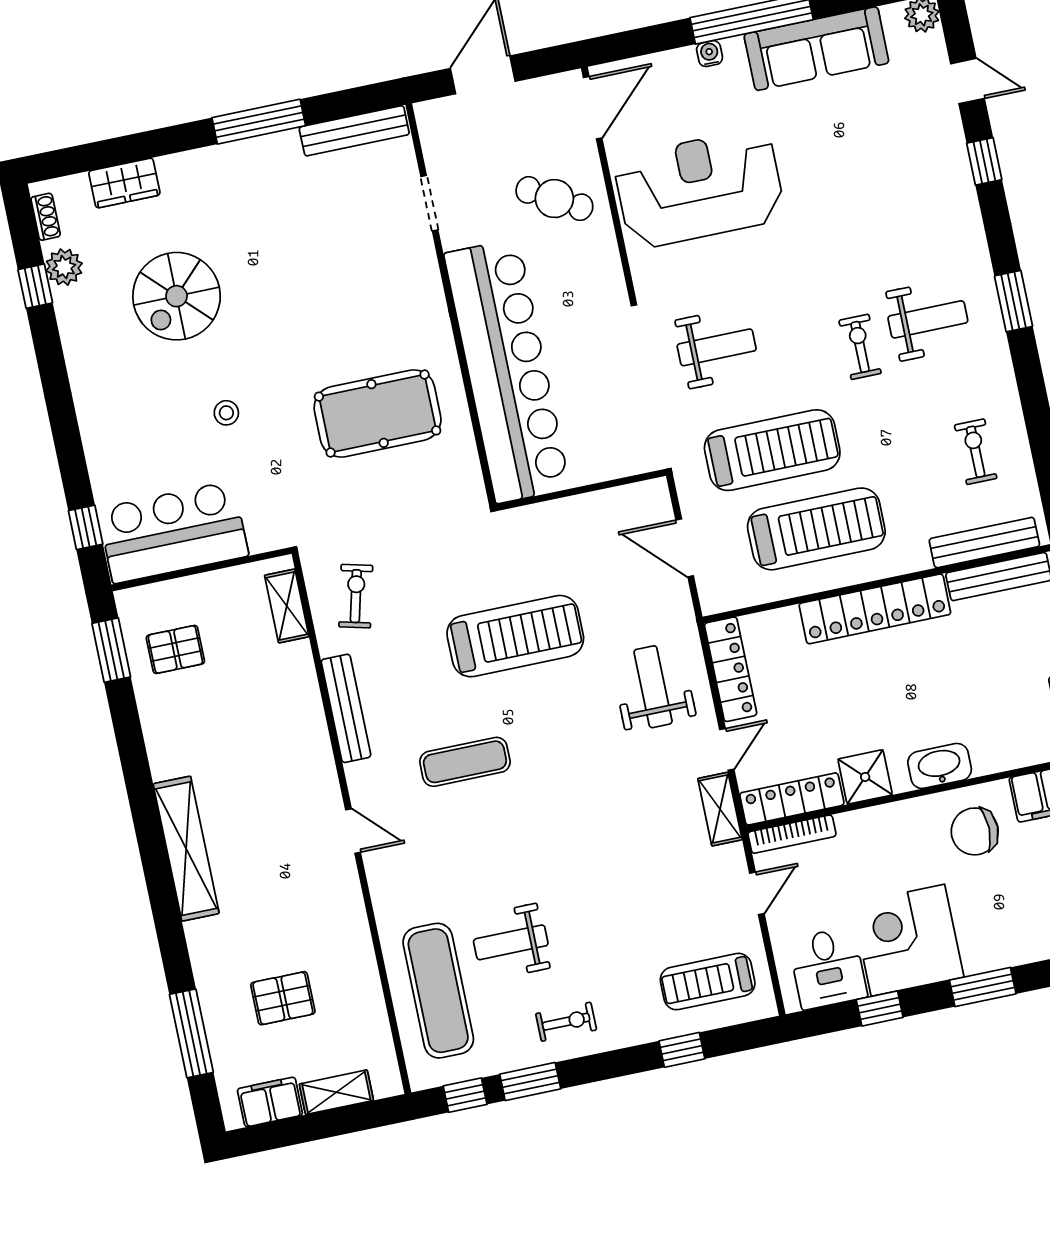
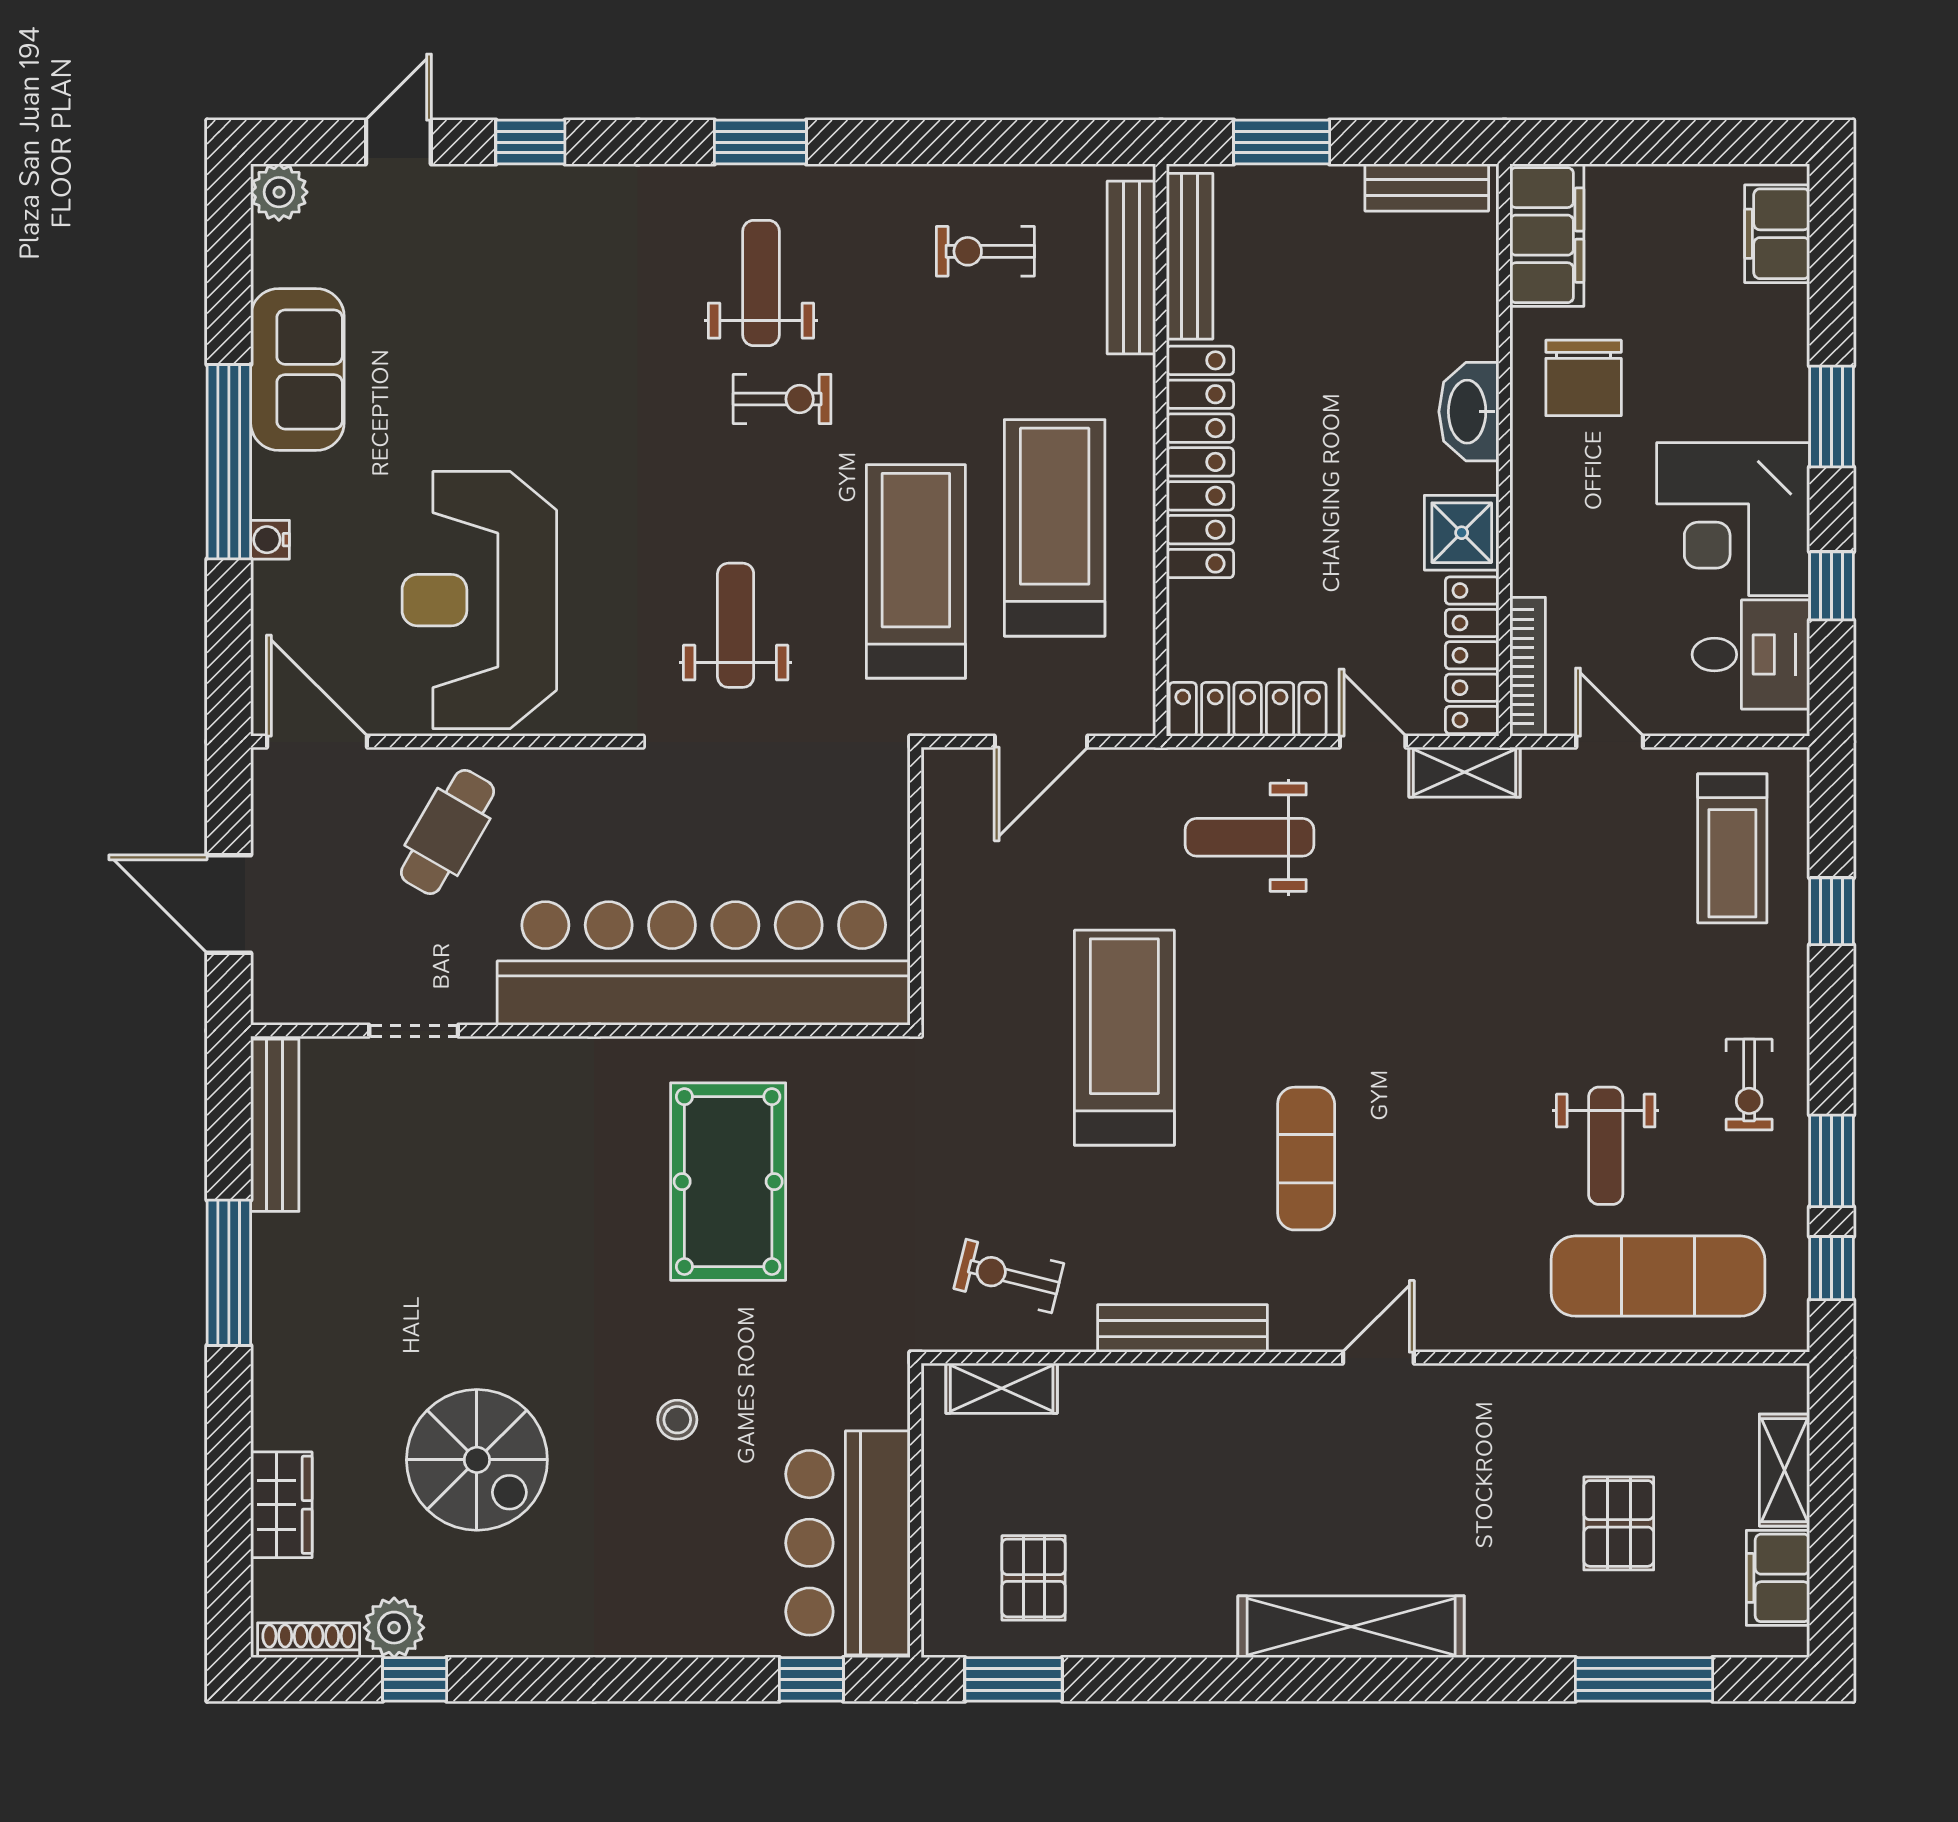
sofa: (816, 49) -> (297, 369), width x0.73
shoe rack: (46, 217) -> (309, 1640), width x1.43
exercise bike: (860, 347) -> (782, 399), turned 180
exercise bike: (566, 1022) -> (1749, 1085), turned 180

